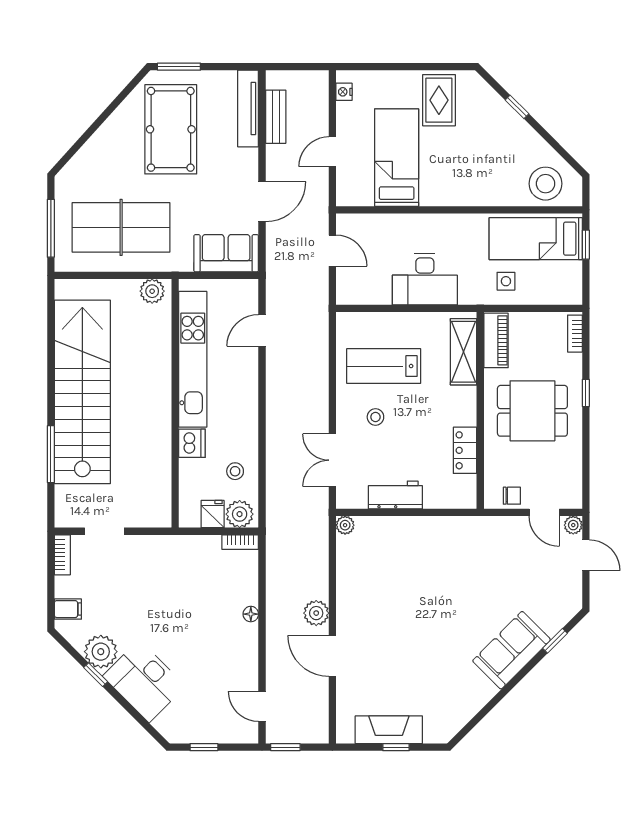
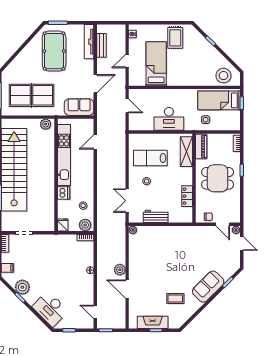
fridge: (213, 514) -> (63, 225), moved
coffee table: (439, 677) -> (175, 299), added
desk: (144, 681) -> (50, 309), moved

